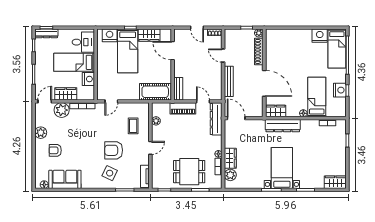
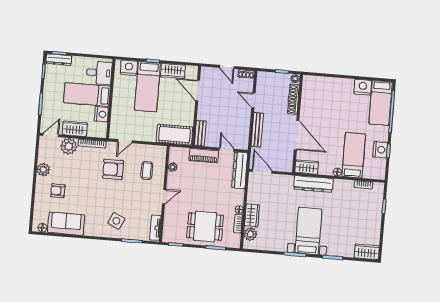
armchair: (114, 150) -> (113, 169), moved

